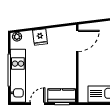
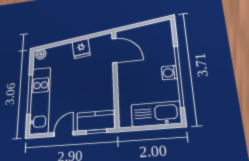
fridge: (40, 37) -> (81, 48), moved
door: (77, 41) -> (114, 50), hinge flipped

